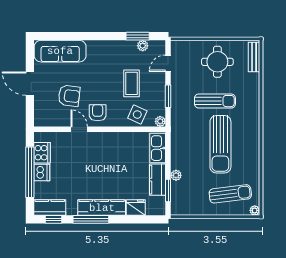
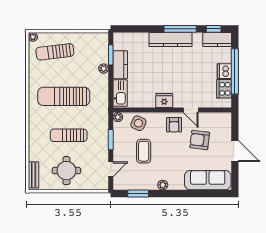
plant: (143, 46) -> (163, 185), moved
sun lounger: (220, 144) -> (64, 96), turned -90
fridge: (136, 207) -> (164, 100), moved, turned 180

